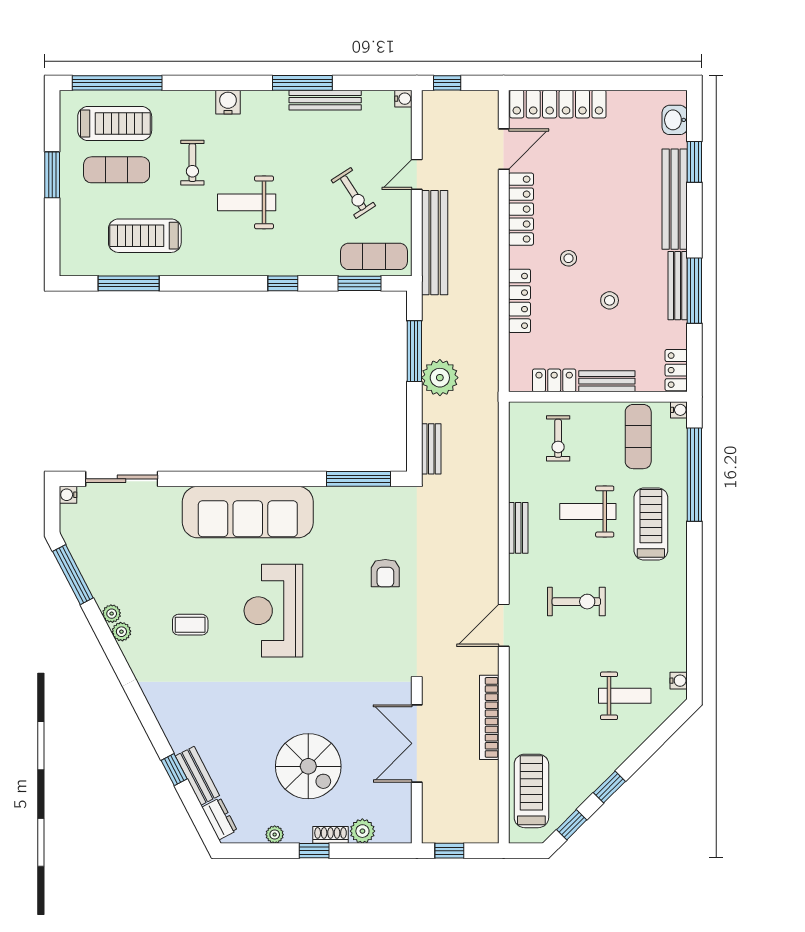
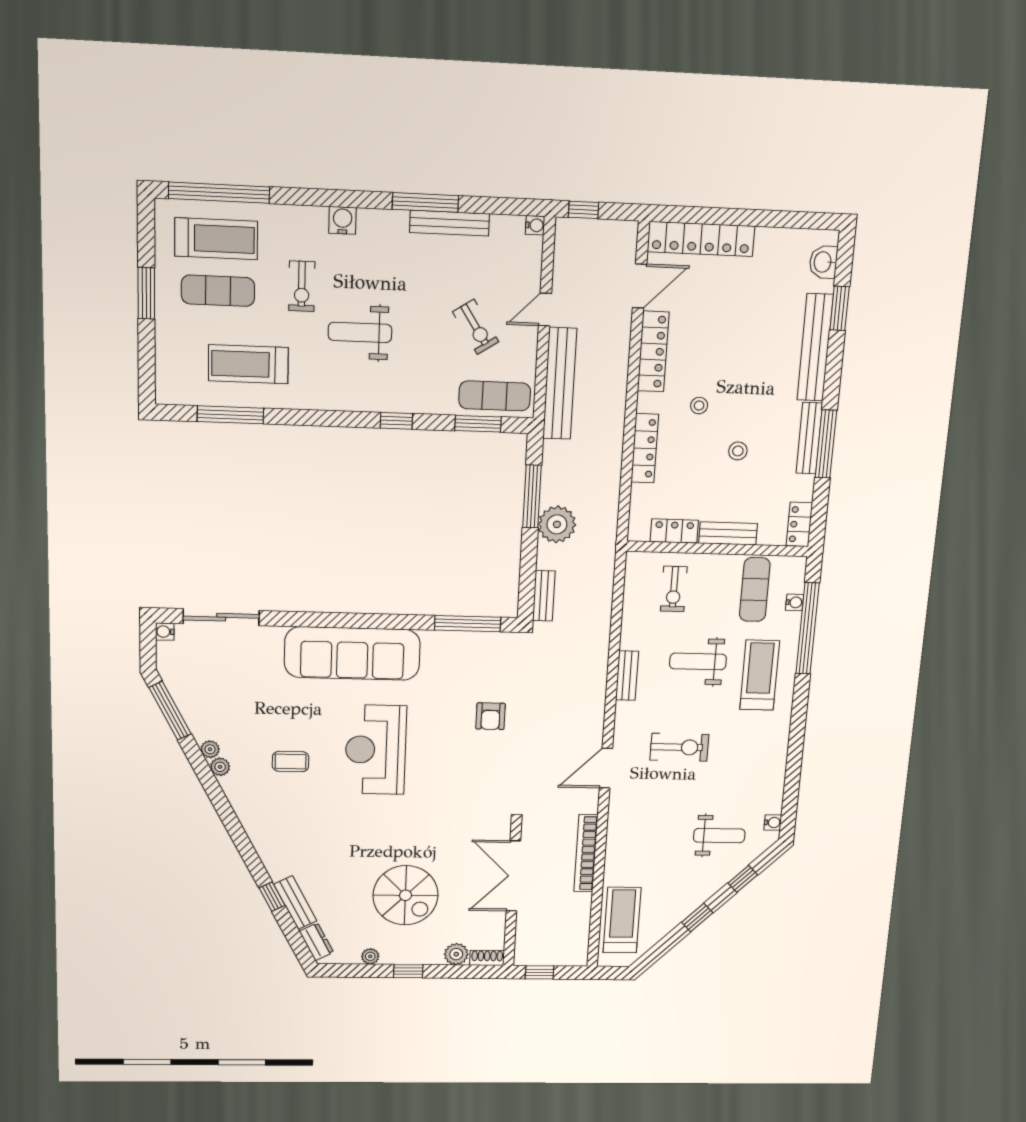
water cooler: (679, 410) -> (795, 602), moved
window: (572, 825) -> (743, 879), moved
shoe rack: (331, 835) -> (487, 958), moved

